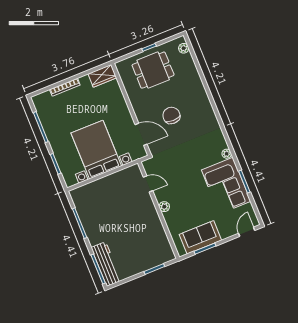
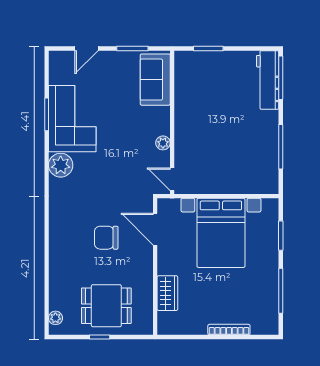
wardrobe: (102, 76) -> (167, 293), moved, turned 90
chair: (171, 115) -> (106, 238), turned 90
plant: (227, 154) -> (61, 165), width x1.88, depth x1.88
door: (148, 184) -> (172, 179), moved
plant: (164, 207) -> (163, 143), moved
door: (247, 232) -> (86, 49), moved
sofa: (200, 237) -> (155, 80), moved, turned 90

